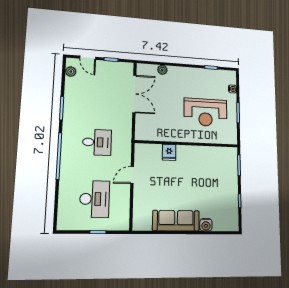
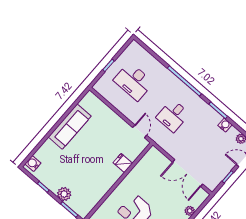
water cooler: (70, 93) -> (225, 125), added
door: (132, 175) -> (140, 131), moved
plant: (231, 179) -> (64, 194), added
water cooler: (206, 225) -> (33, 163), moved

